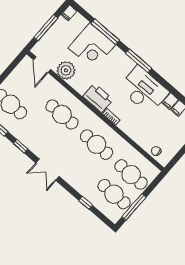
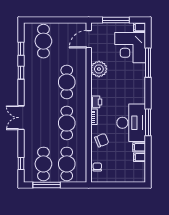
corner desk: (92, 46) -> (130, 48), moved
window: (139, 61) -> (148, 122), moved
plant: (66, 70) -> (99, 69), moved
printer: (98, 98) -> (96, 102), width x0.53, depth x0.68
chair: (137, 128) -> (102, 140), added
double door: (47, 170) -> (21, 118), moved
window: (86, 203) -> (21, 163), moved

